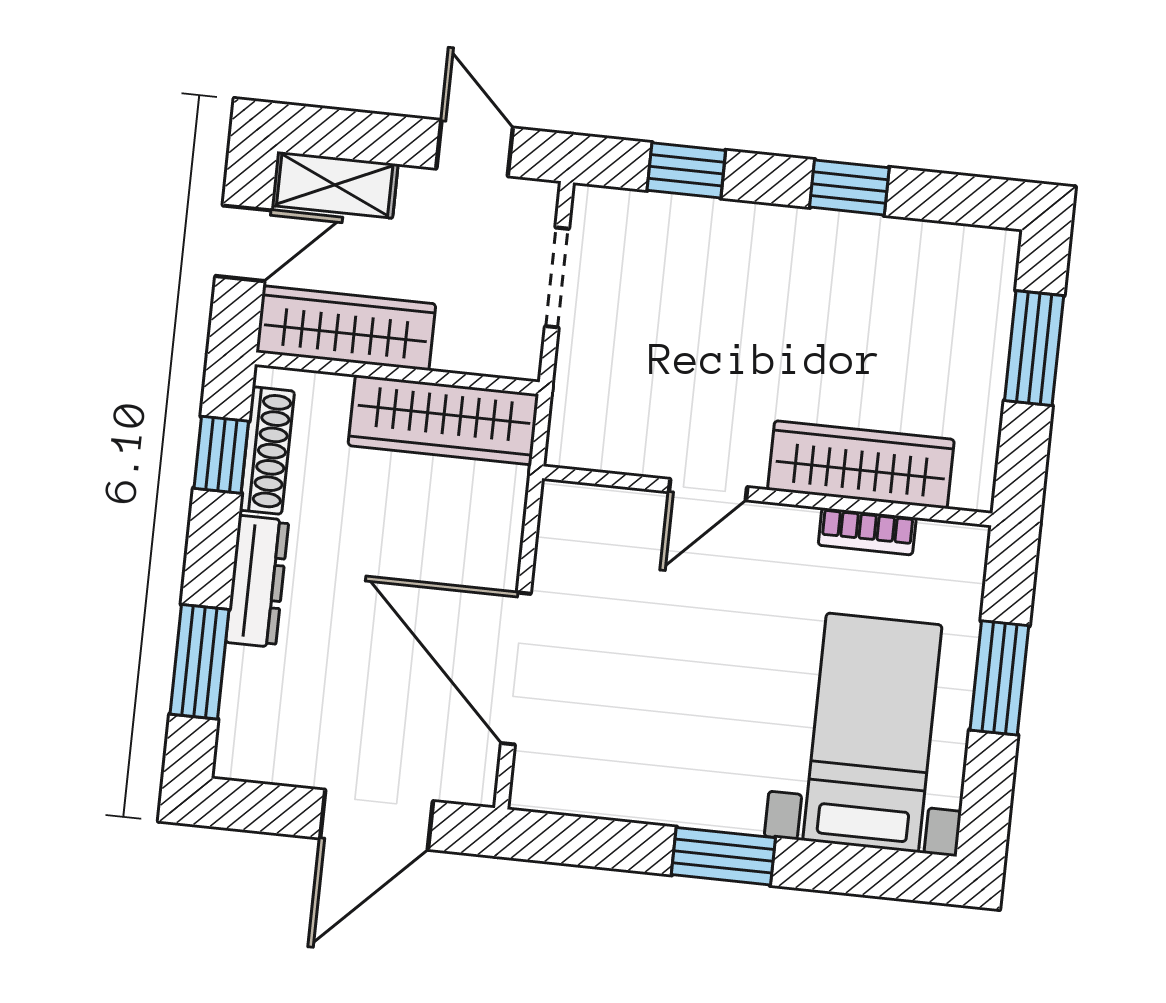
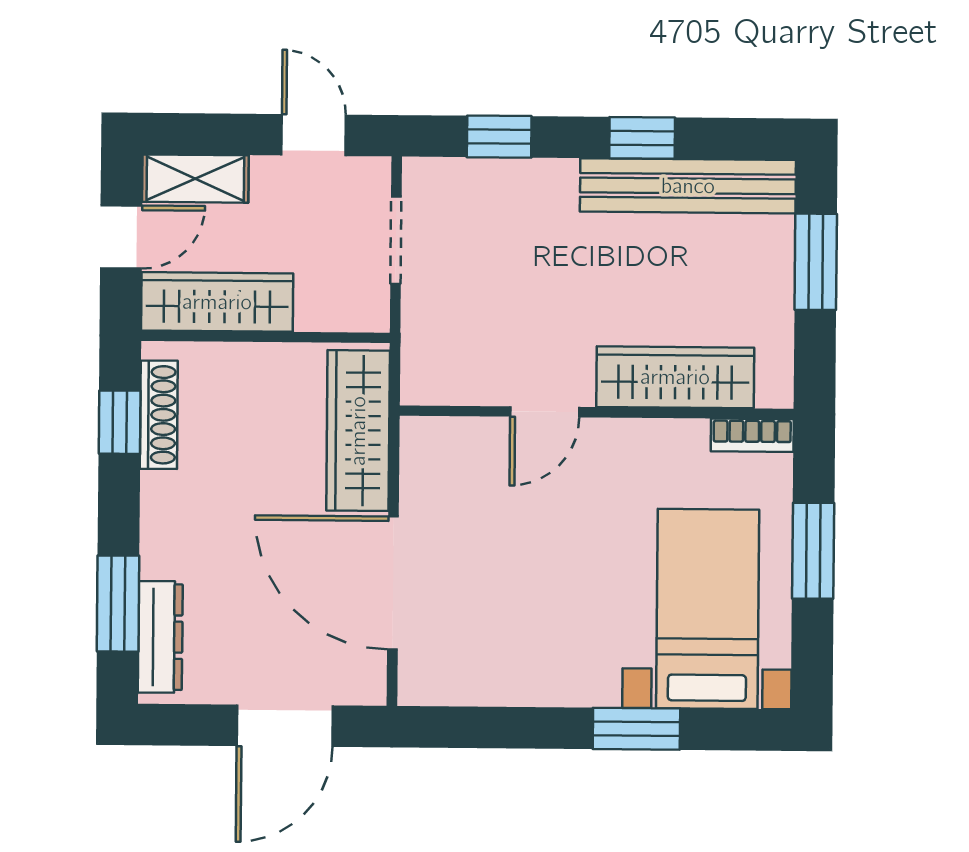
bench: (896, 247) -> (688, 186), added
wardrobe: (443, 420) -> (358, 431), moved, turned 90
bookcase: (867, 531) -> (752, 435), moved
dresser: (257, 581) -> (160, 637), moved
window: (723, 856) -> (636, 729), moved

